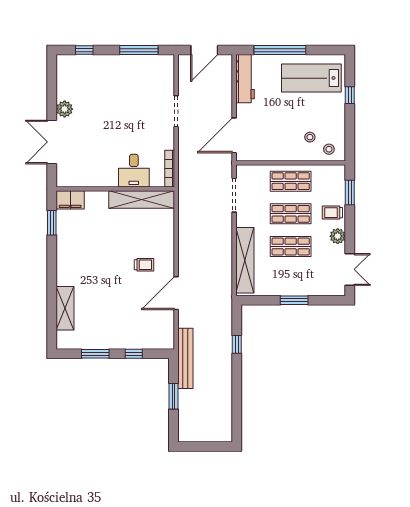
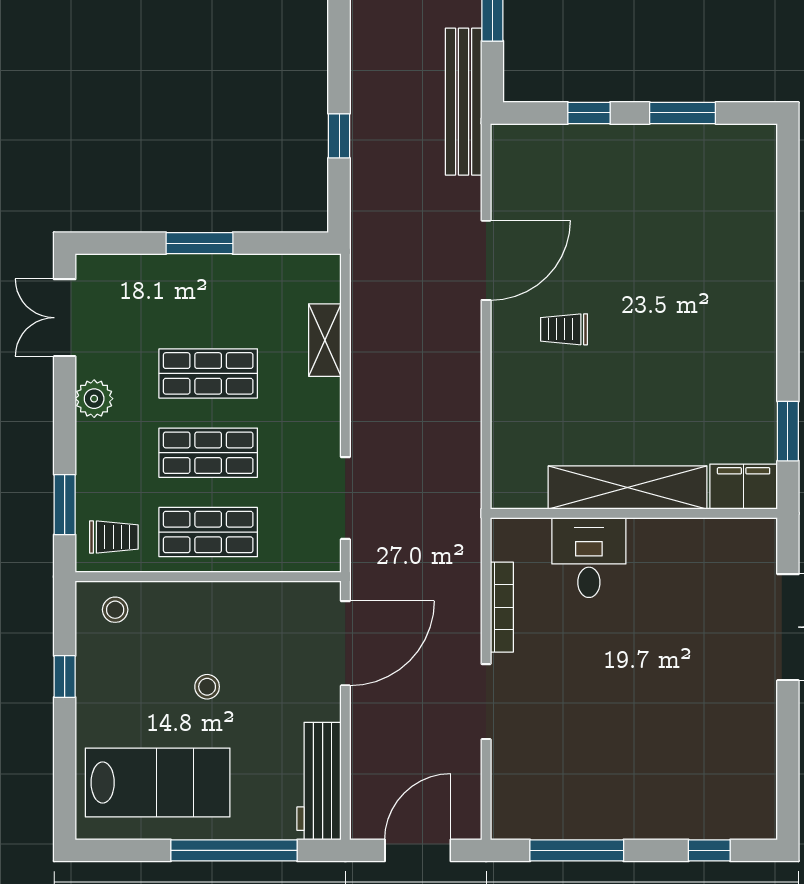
window: (350, 95) -> (65, 676), moved
plant: (65, 109) -> (757, 707), removed
stool: (310, 137) -> (207, 687), moved
bookcase: (170, 169) -> (502, 607), moved
shelving: (142, 200) -> (628, 487), moved
trolley: (332, 213) -> (114, 537), moved
shelving: (245, 260) -> (325, 340), width x0.45, depth x0.75
shelving: (65, 308) -> (756, 224), removed

